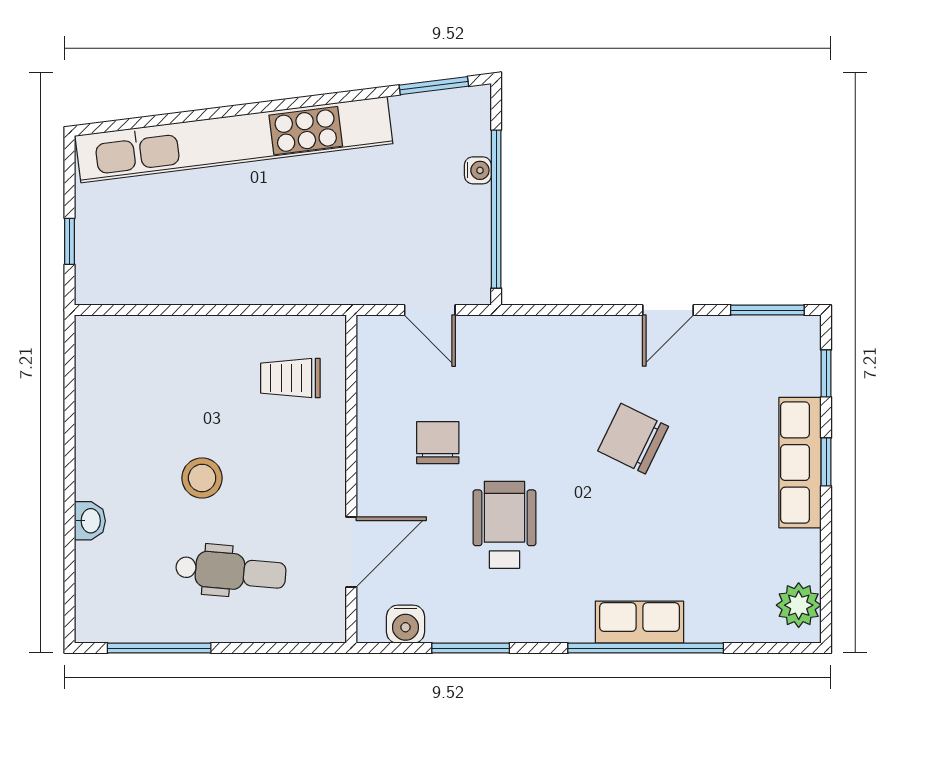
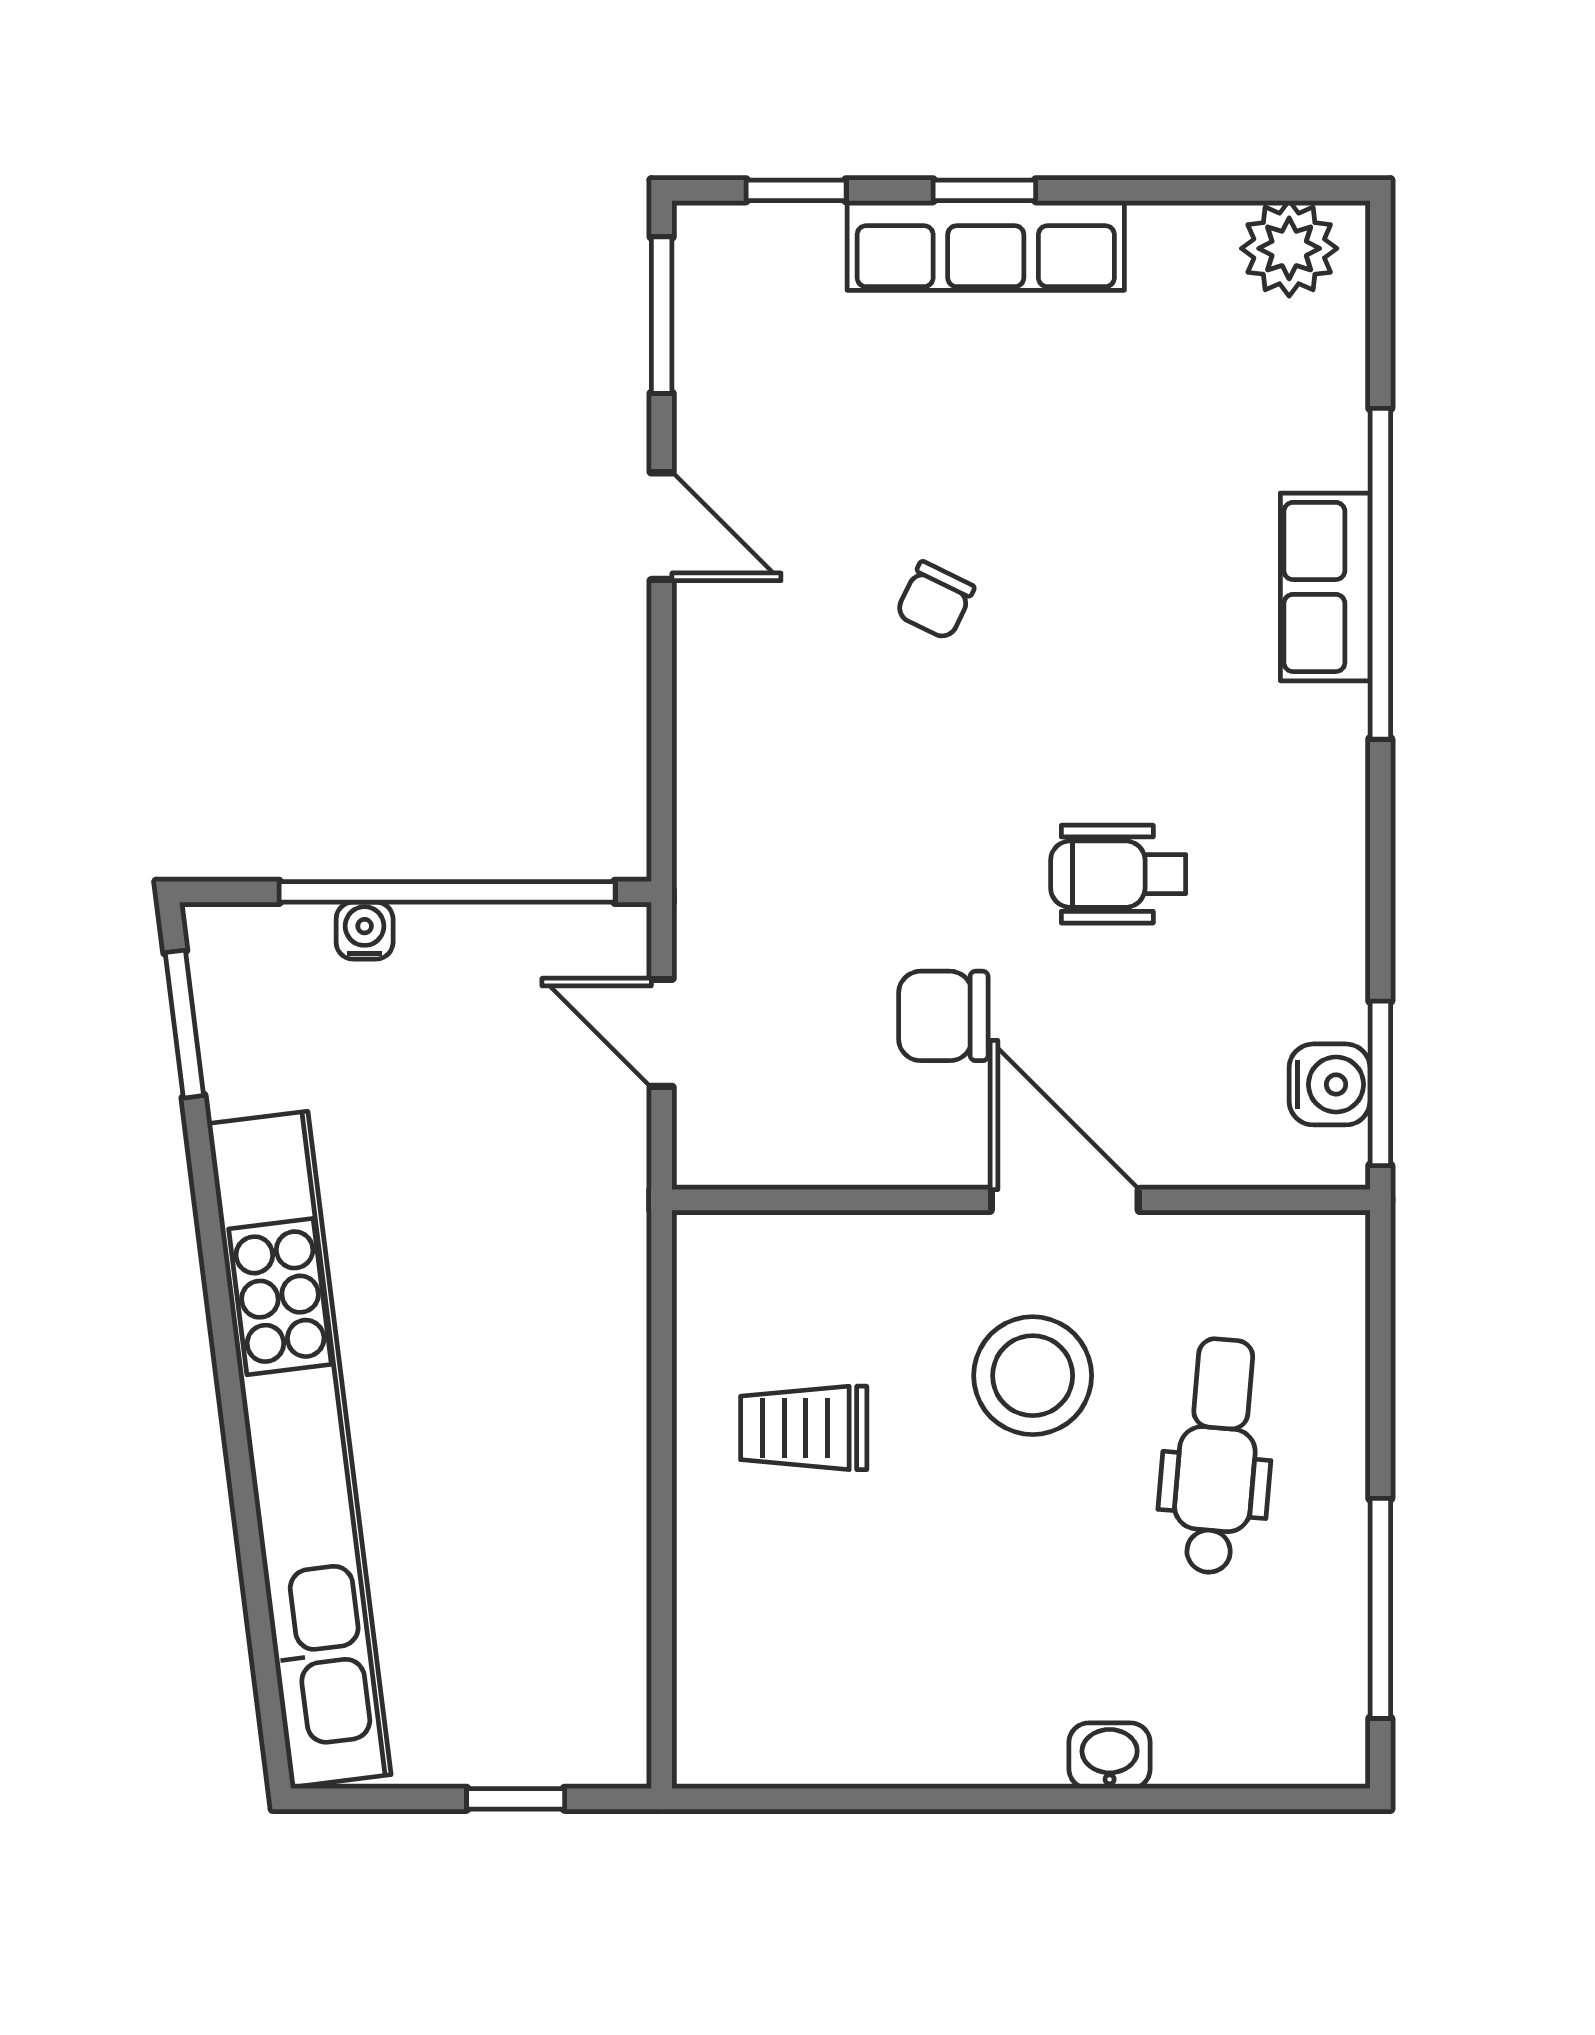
door: (430, 310) -> (662, 1033), swing flipped
trolley: (290, 378) -> (804, 1428), moved, turned 90
chair: (633, 439) -> (935, 601), width x0.54, depth x0.54
stool: (202, 478) -> (1033, 1376), moved, width x1.38, depth x1.38
wheelchair: (504, 525) -> (1118, 874), width x0.73, depth x0.73
door: (351, 552) -> (1065, 1200), moved
window: (471, 648) -> (1380, 1083), moved

